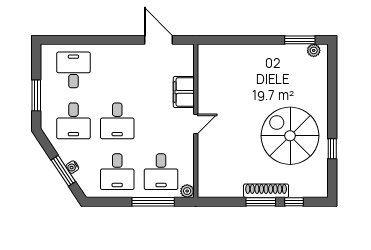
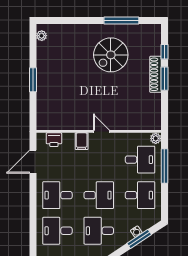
window: (300, 40) -> (33, 80), moved
printer: (186, 66) -> (54, 140), added
desk: (117, 70) -> (57, 195), added
filing cabinet: (184, 92) -> (82, 141), width x0.50
desk: (73, 121) -> (99, 231), turned 180
spiral stairs: (290, 136) -> (111, 55), width x0.73, depth x0.73
window: (332, 149) -> (121, 21), width x2.17

